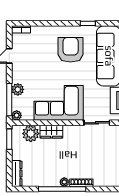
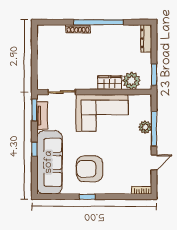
window: (88, 23) -> (87, 197), moved
armchair: (71, 50) -> (90, 169), turned 90
window: (9, 100) -> (154, 129), moved
plant: (17, 115) -> (146, 100), removed
plant: (64, 182) -> (96, 30), removed

